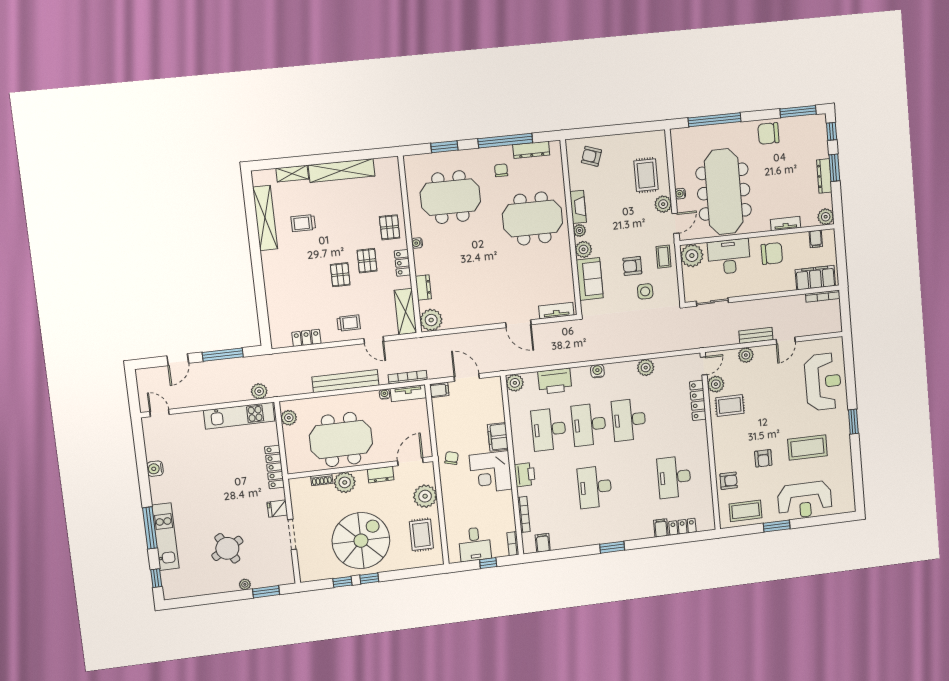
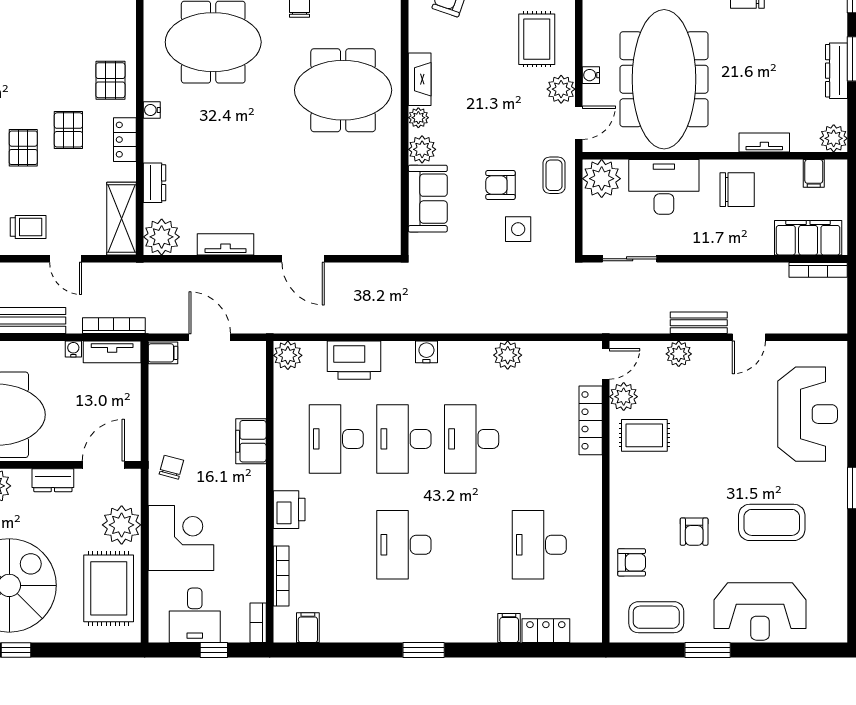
tv unit: (556, 311) -> (225, 244), moved
corner desk: (491, 472) -> (181, 538), moved, turned 180
rug: (421, 535) -> (109, 588), width x1.36, depth x1.43

